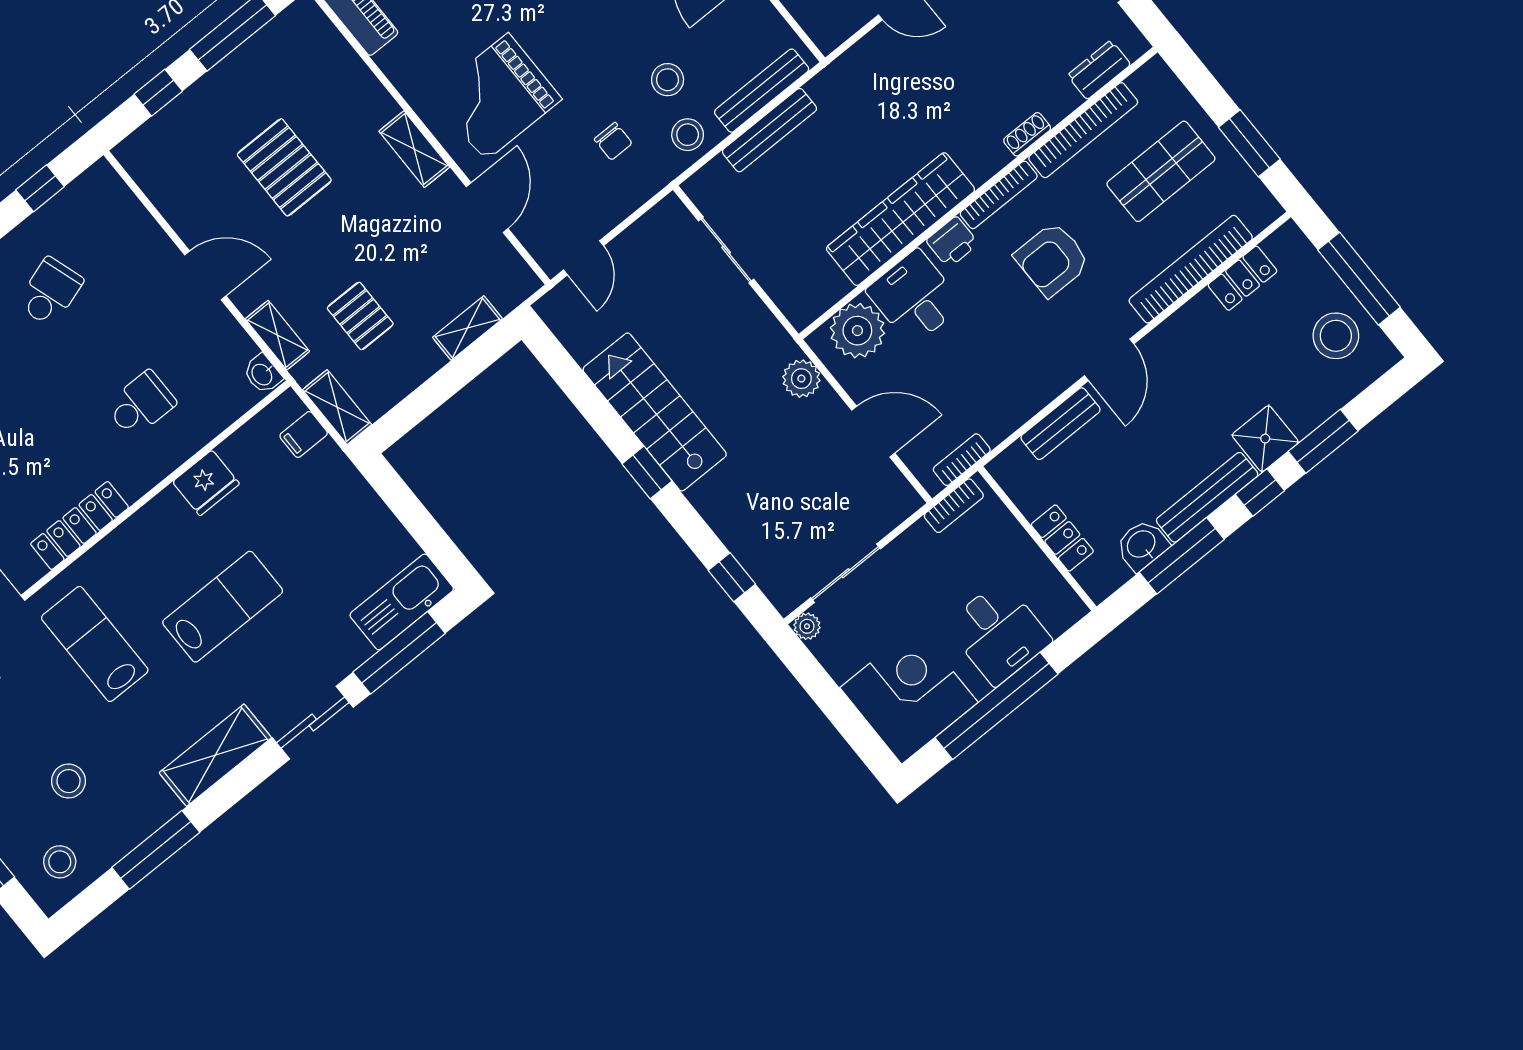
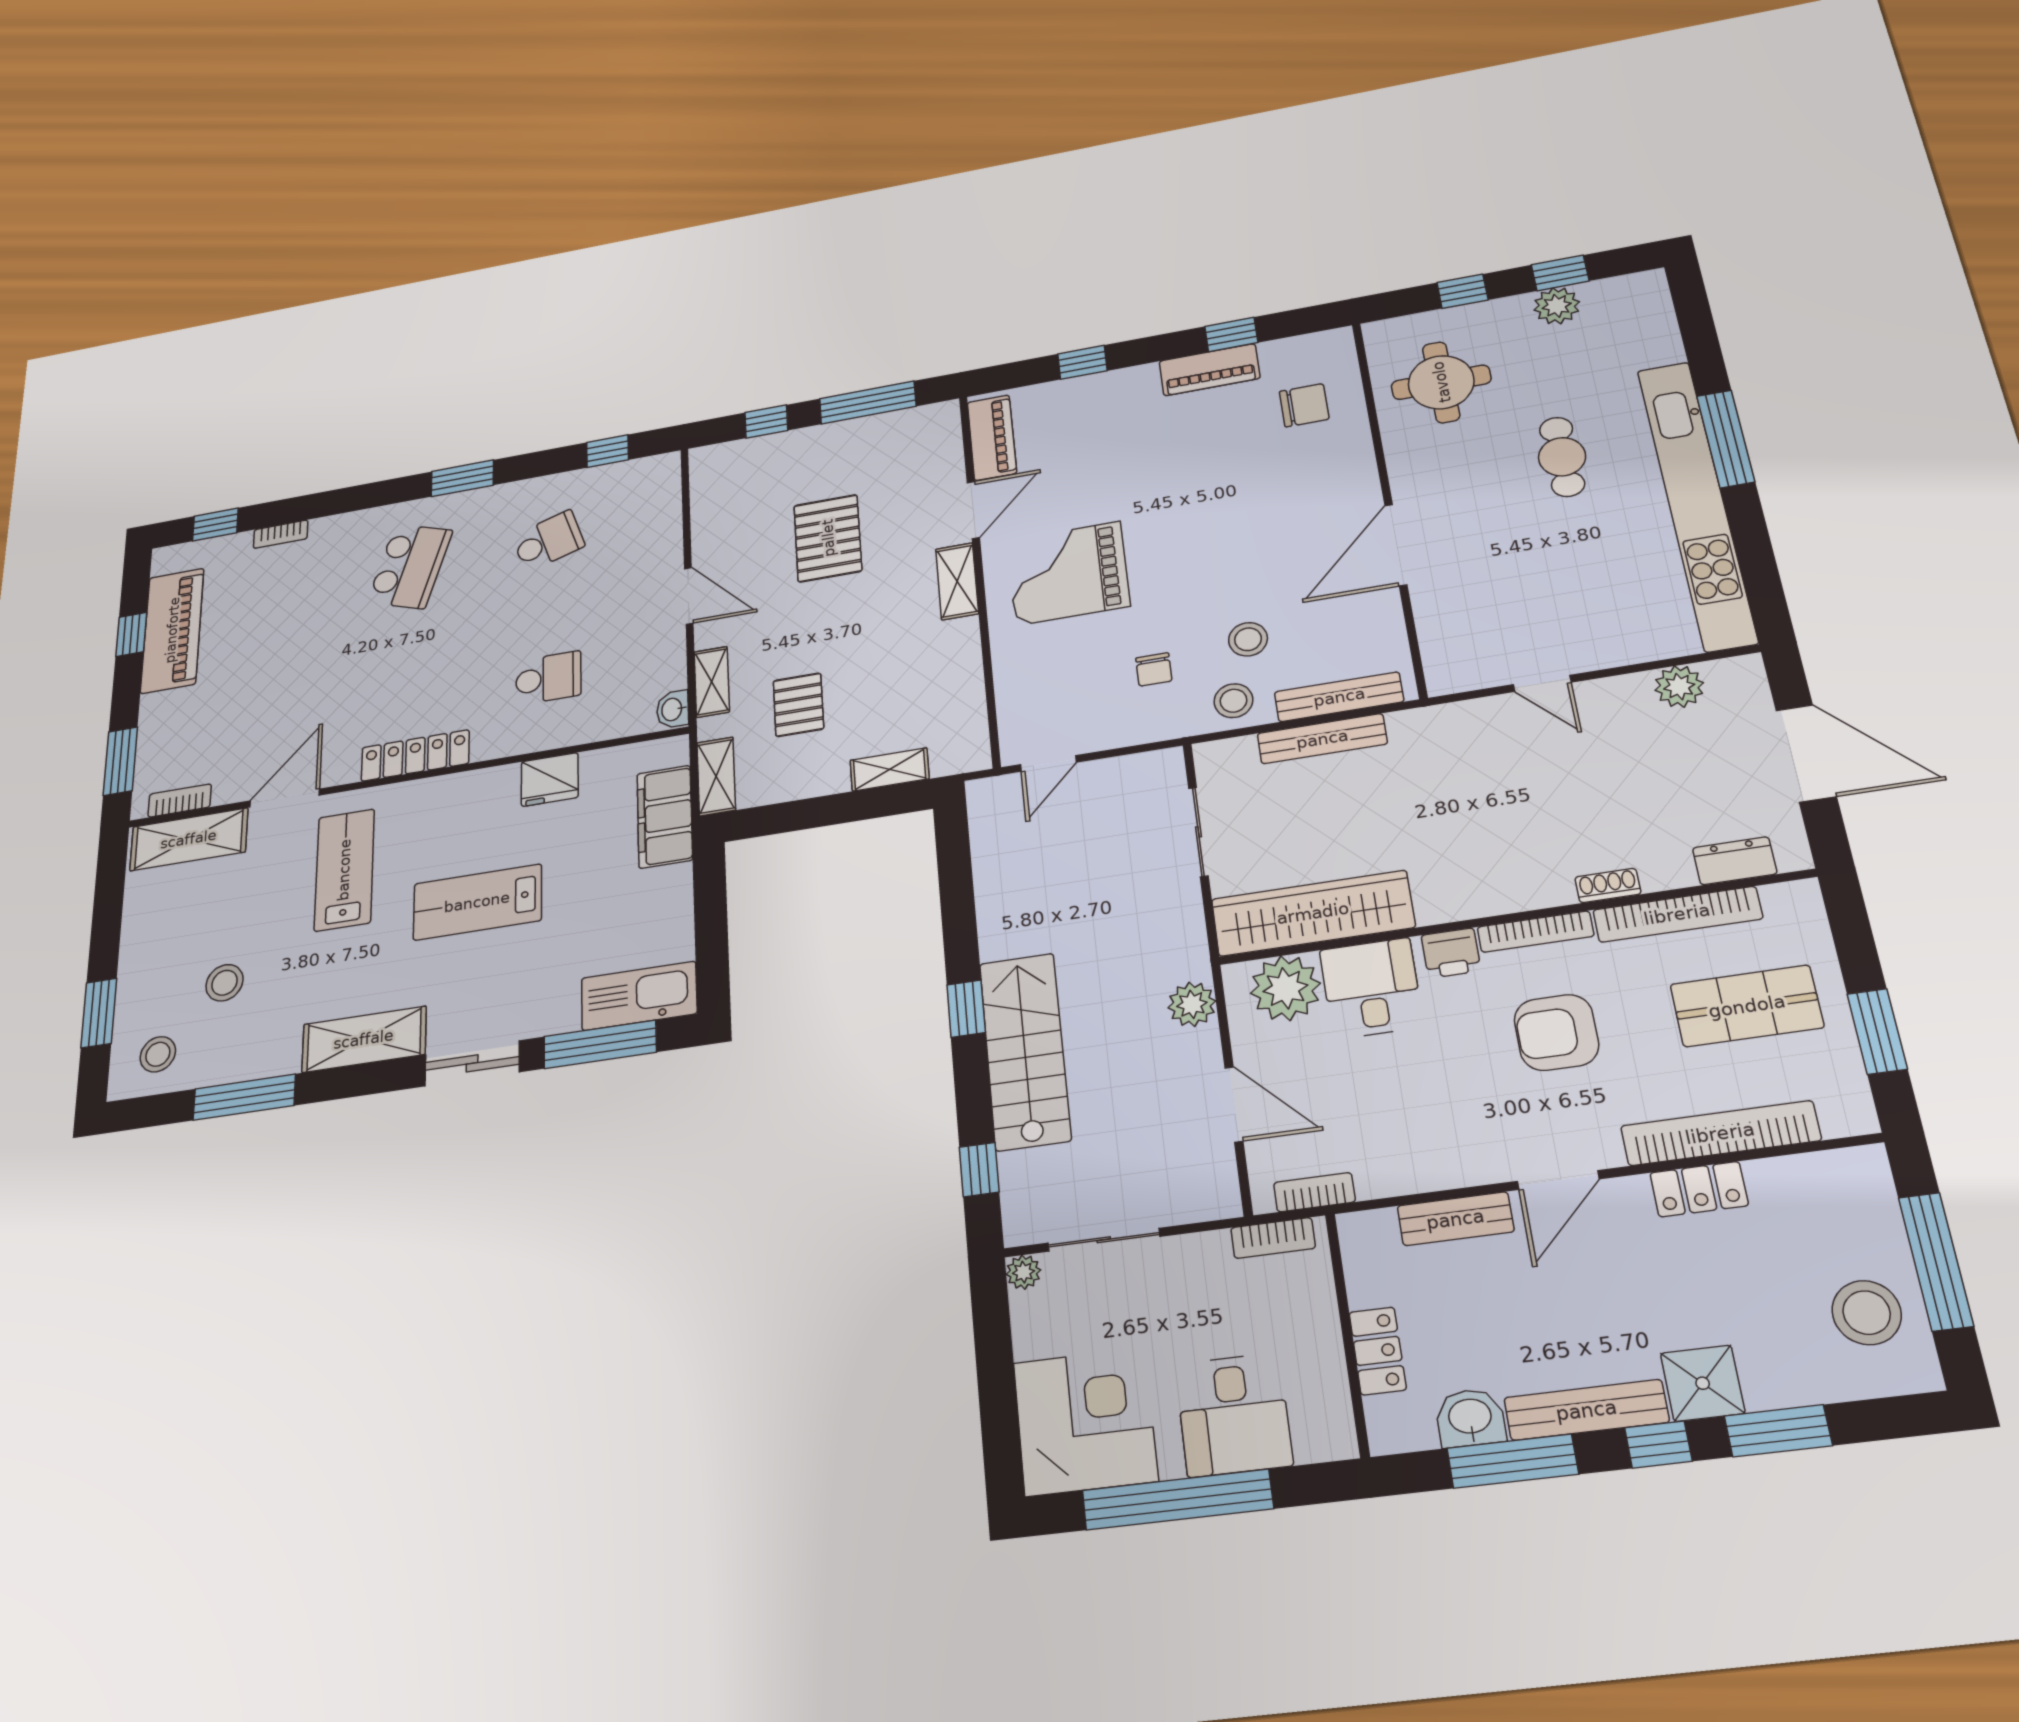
door: (487, 208) -> (973, 510), moved
wardrobe: (901, 219) -> (1313, 913), moved
locker: (1243, 278) -> (1699, 1189), moved
stairs: (655, 412) -> (1025, 1051), moved
filing cabinet: (304, 434) -> (665, 817), width x3.00, depth x1.17
lab bench: (223, 607) -> (477, 902), turned 180

